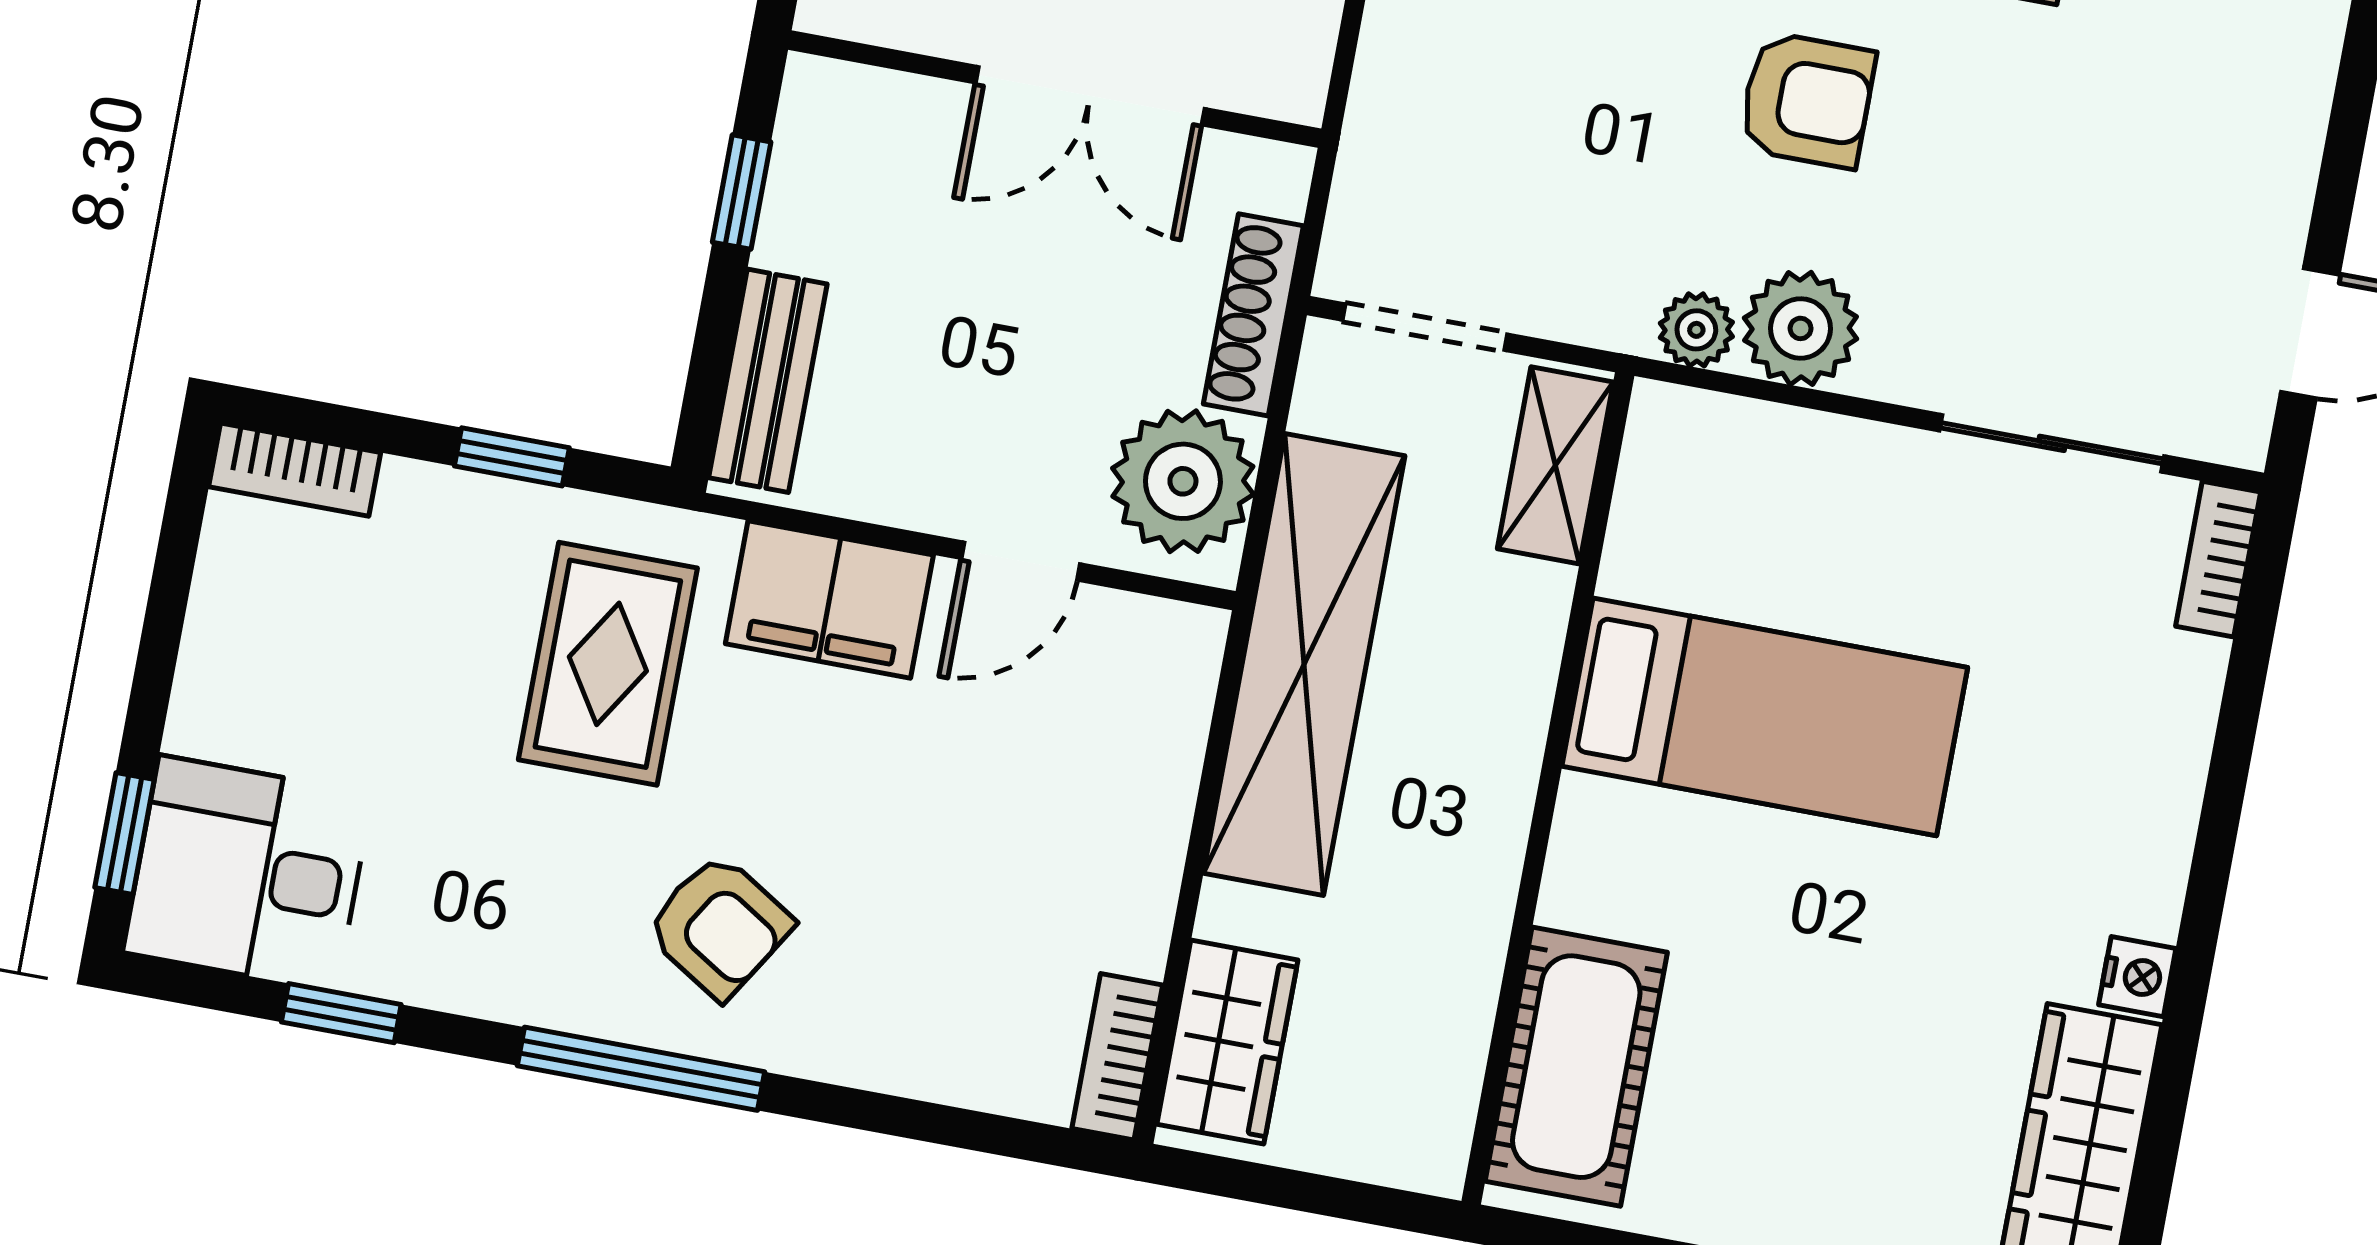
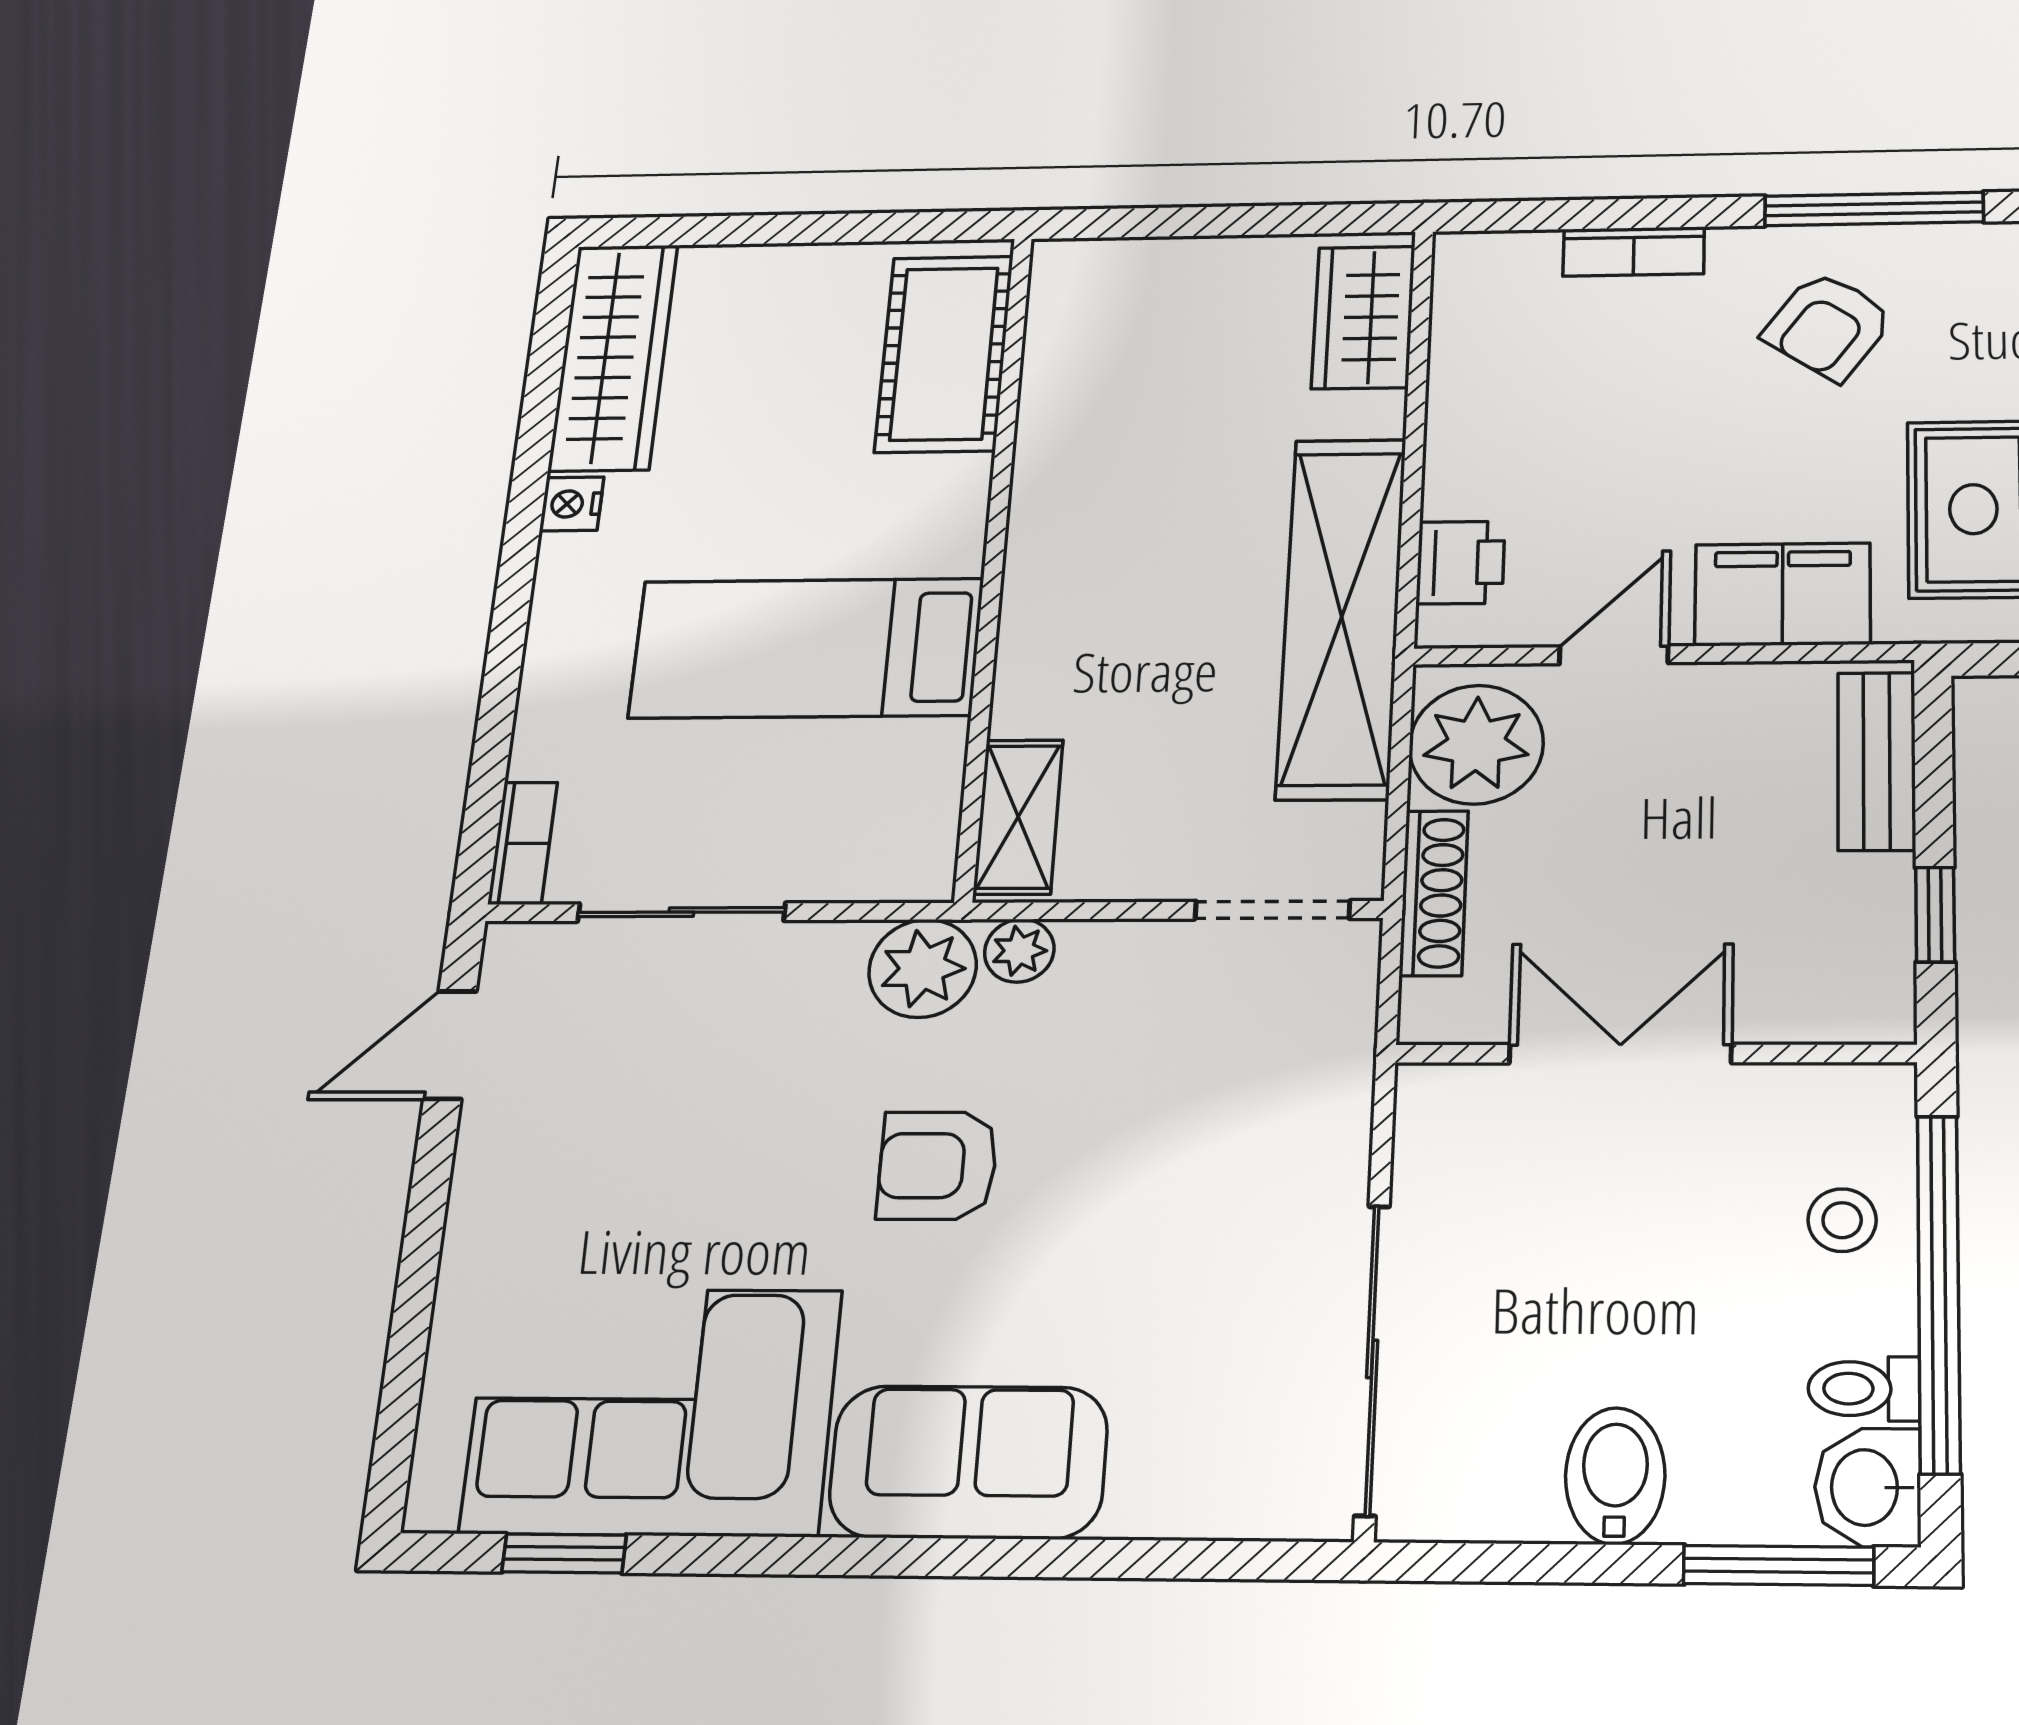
shelving: (1555, 465) -> (1018, 817), moved
printer: (1167, 707) -> (1460, 563), added
bed: (1765, 717) -> (806, 648), moved
wall: (1548, 788) -> (994, 559), moved
armchair: (719, 926) -> (1828, 326), turned -87
bookcase: (1117, 1057) -> (1634, 251), moved, turned 90
cot: (1576, 1067) -> (944, 354), moved

